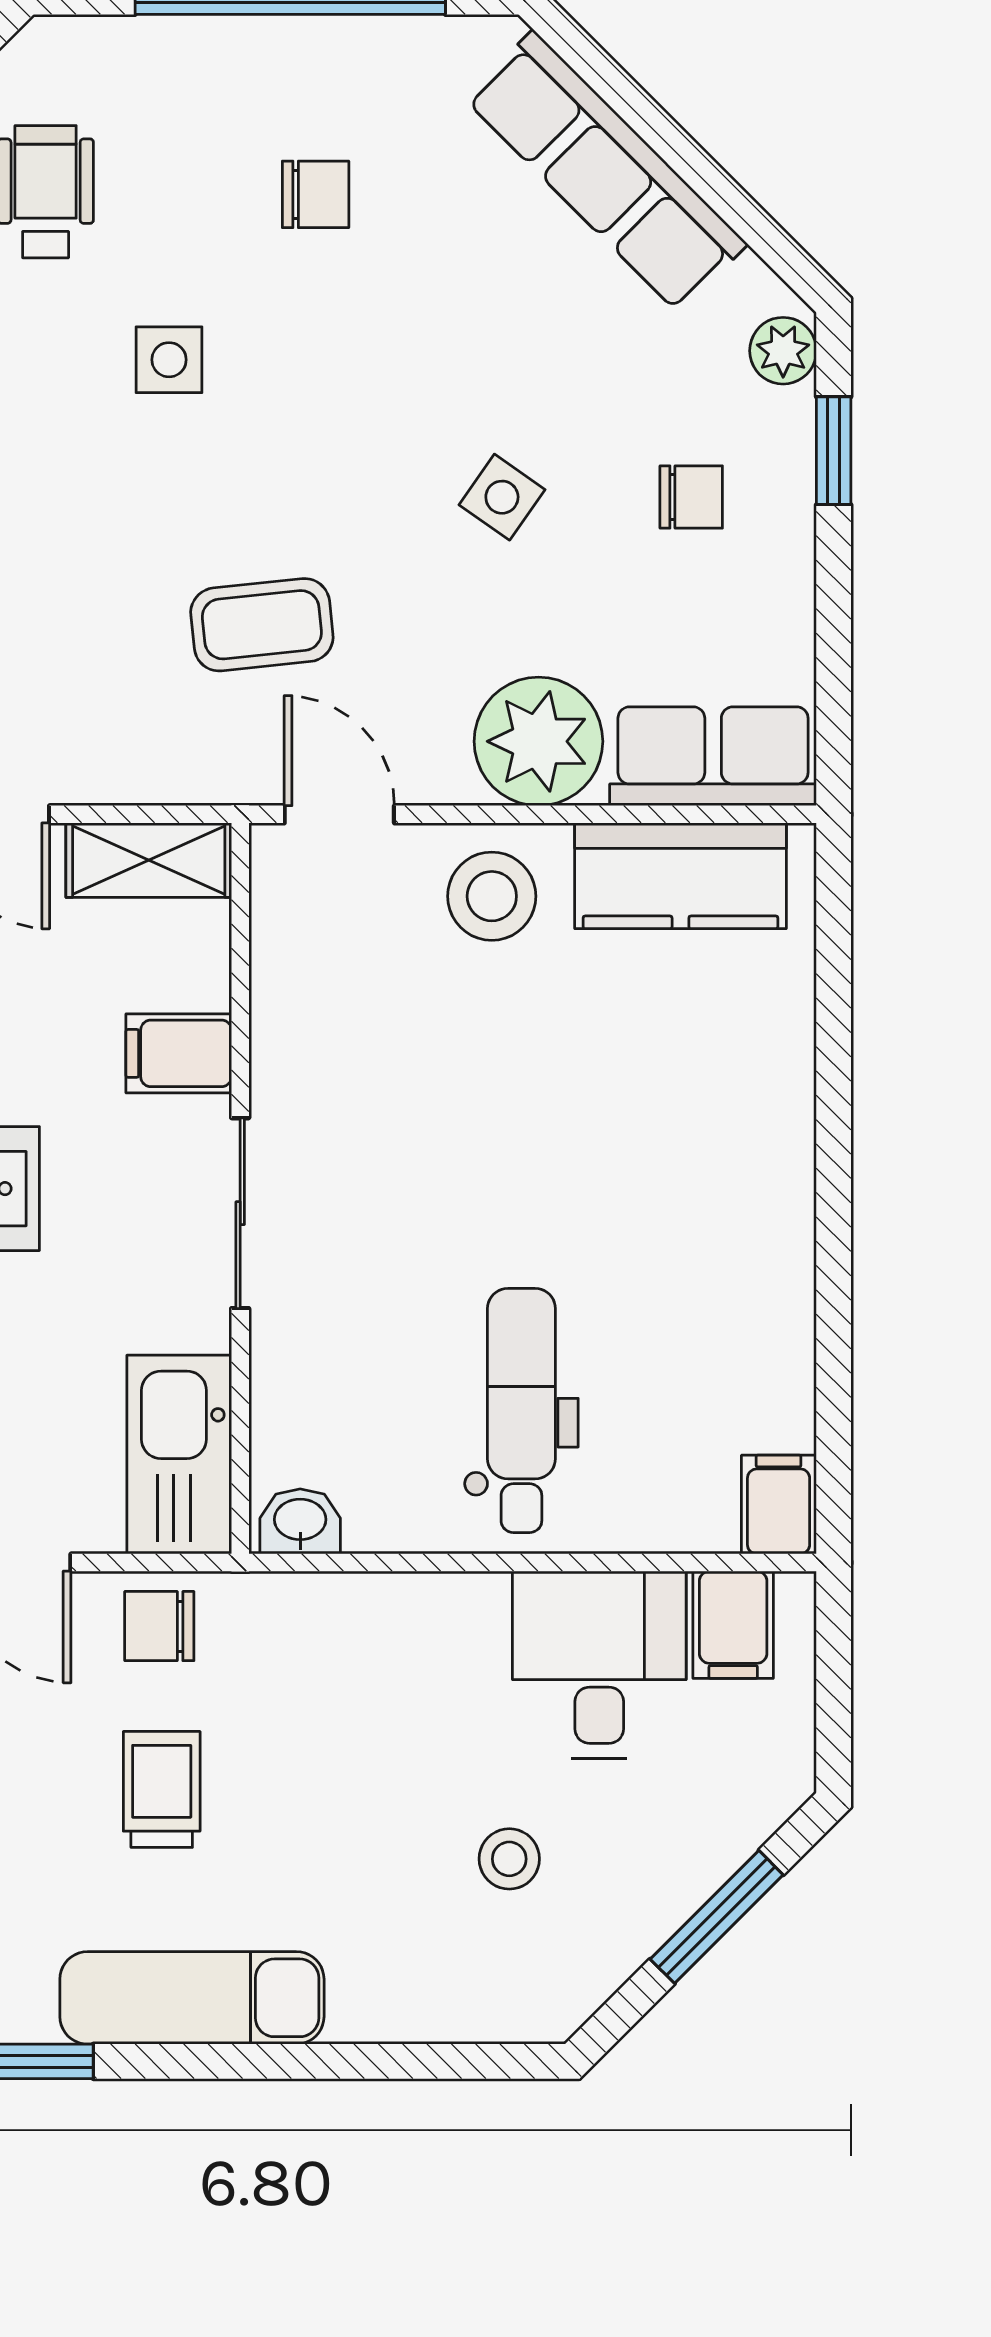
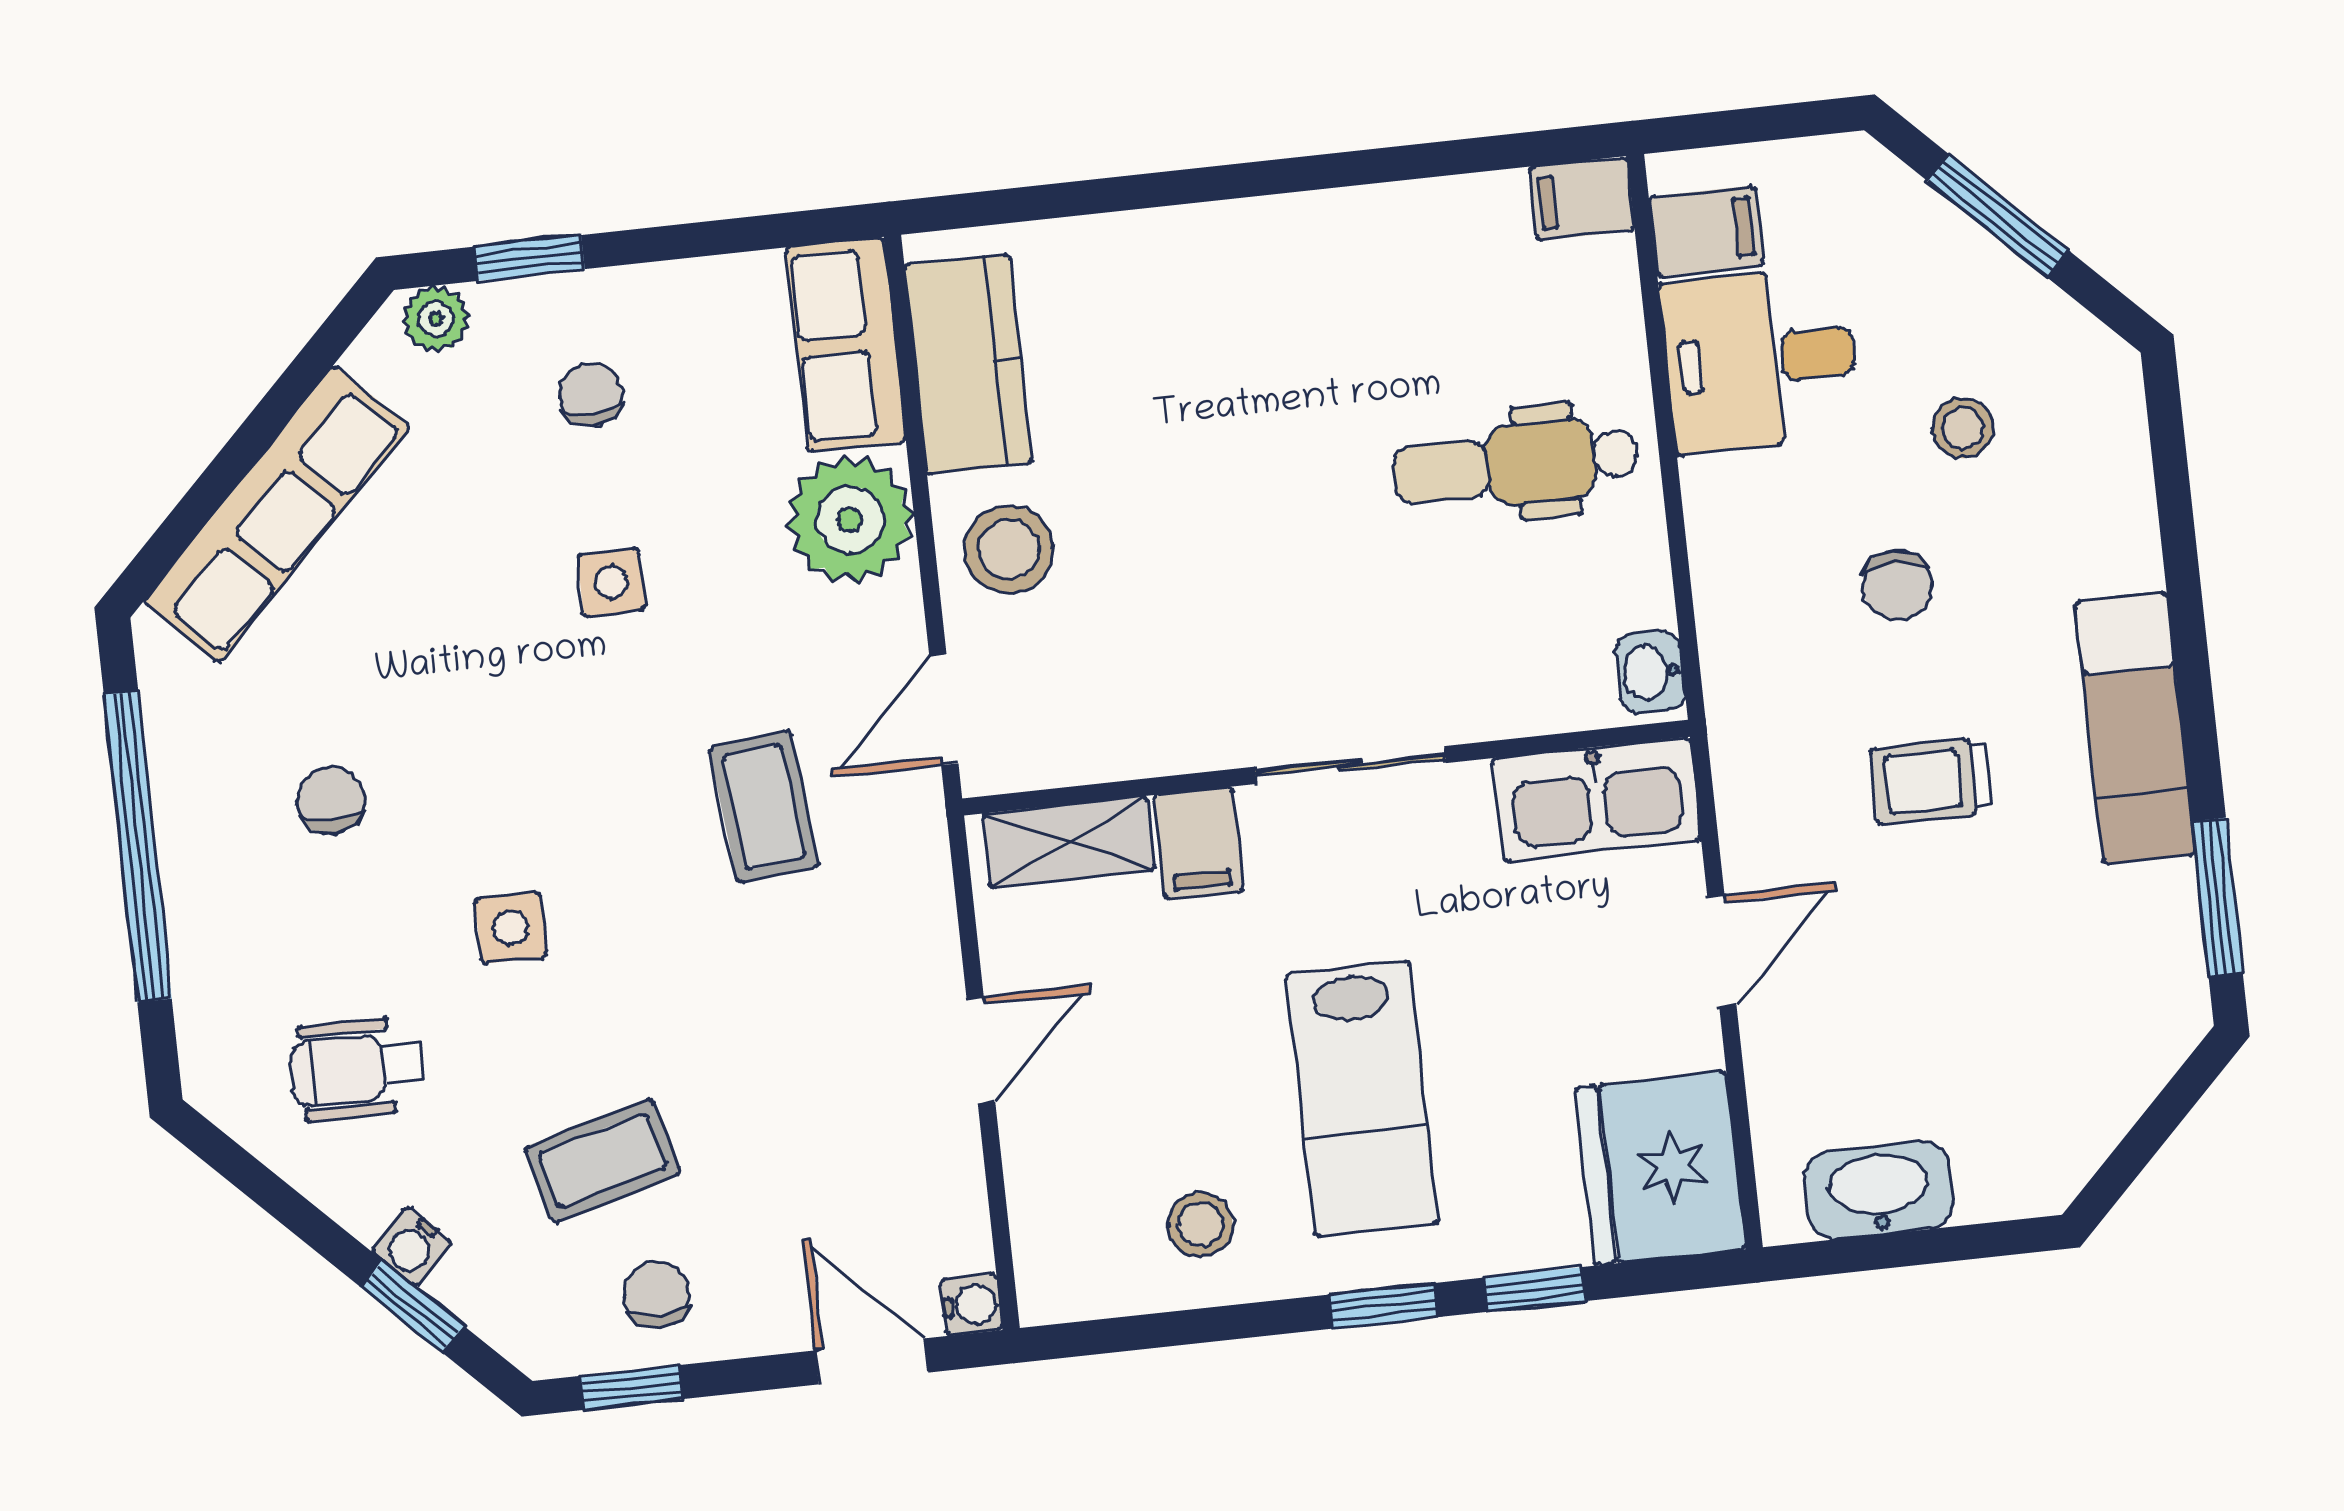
side table: (502, 497) -> (611, 582), turned -35
shelving: (149, 860) -> (1069, 842), moved, turned 90
chair: (159, 1626) -> (1897, 585), moved

